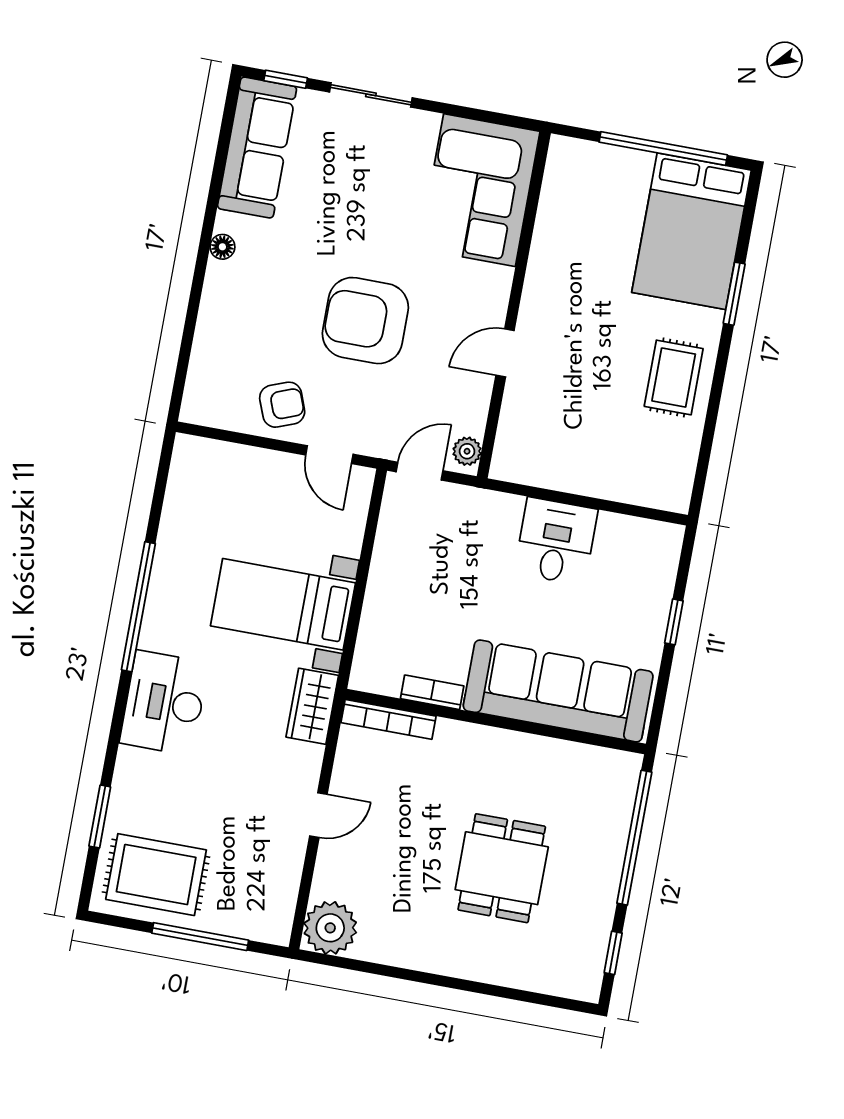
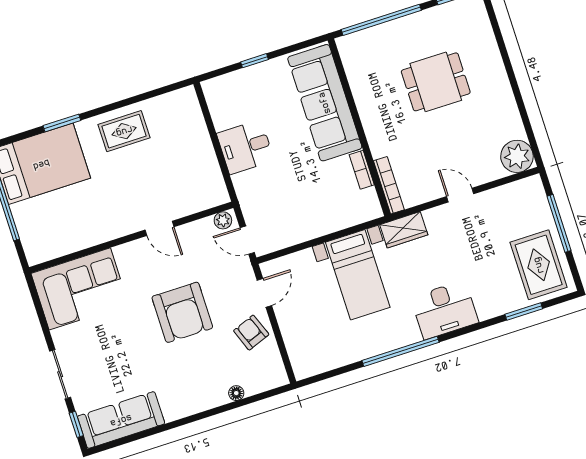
floor lamp: (222, 247) -> (236, 393), moved

